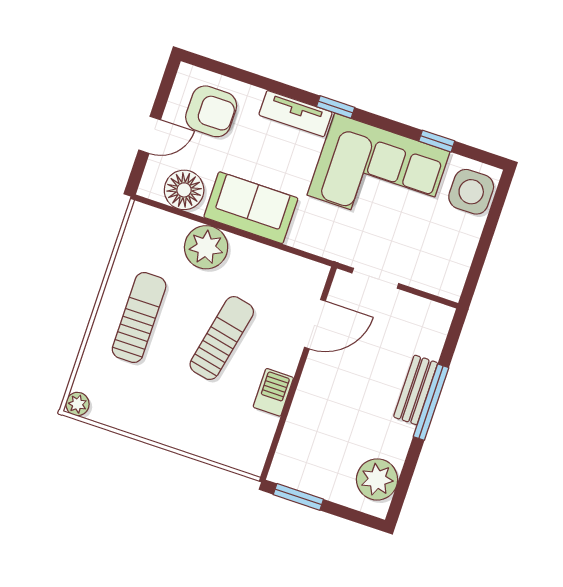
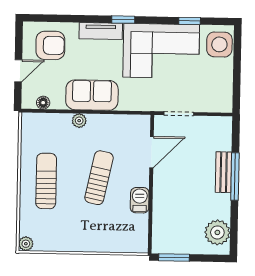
floor lamp: (184, 190) -> (43, 103), width x0.53, depth x0.53
plant: (206, 247) -> (79, 121), width x0.53, depth x0.53

